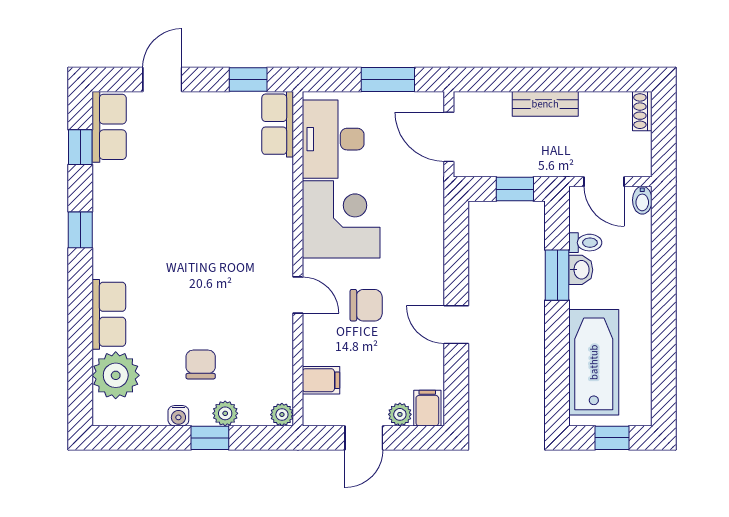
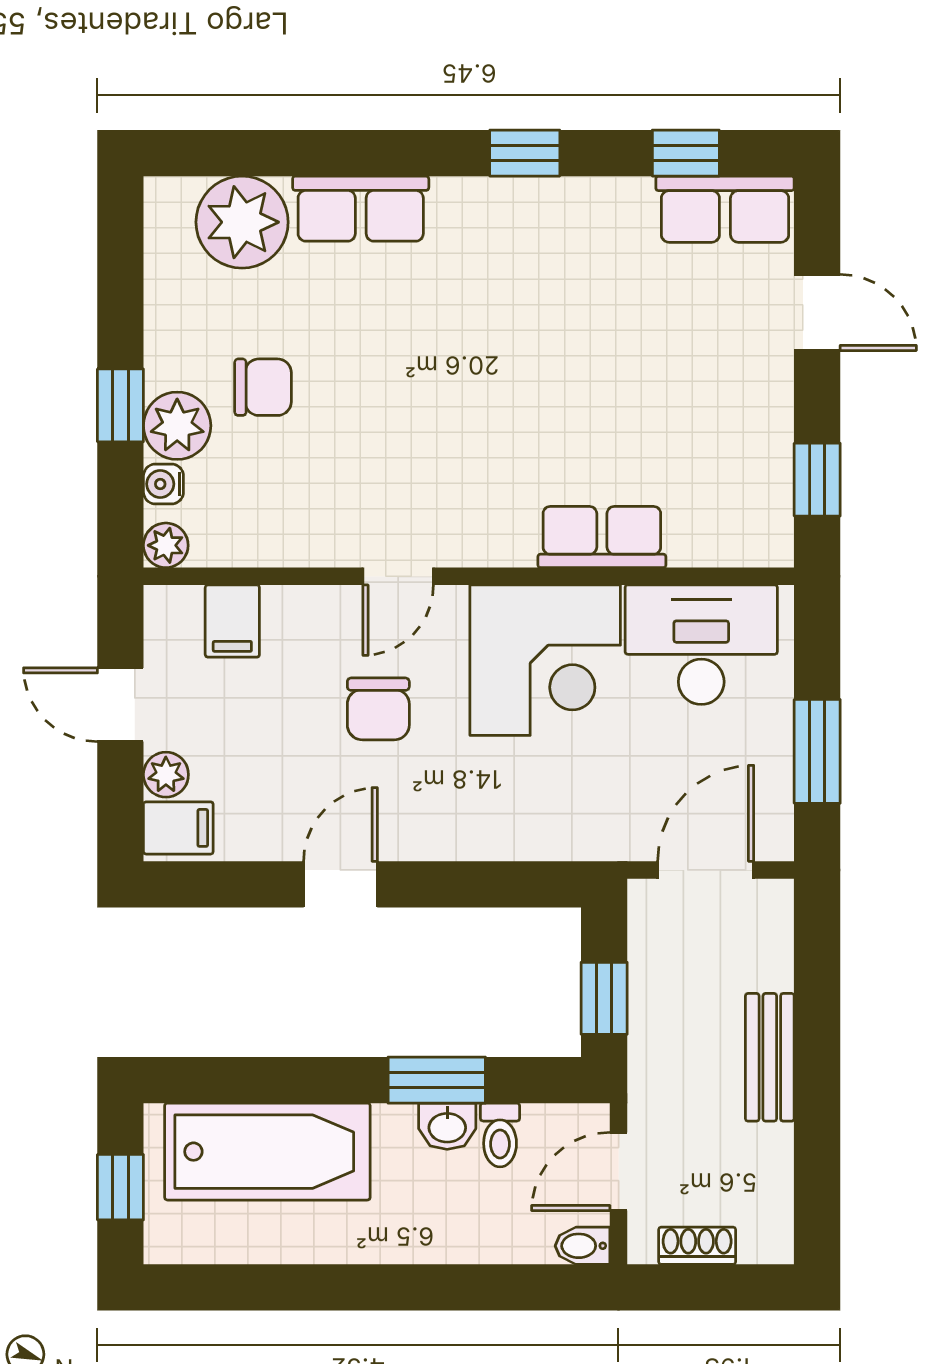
shoe rack: (642, 111) -> (697, 1246), moved
row of seats: (278, 124) -> (602, 537), moved
plant: (225, 413) -> (177, 426), width x1.38, depth x1.38
water cooler: (178, 416) -> (163, 484), moved

